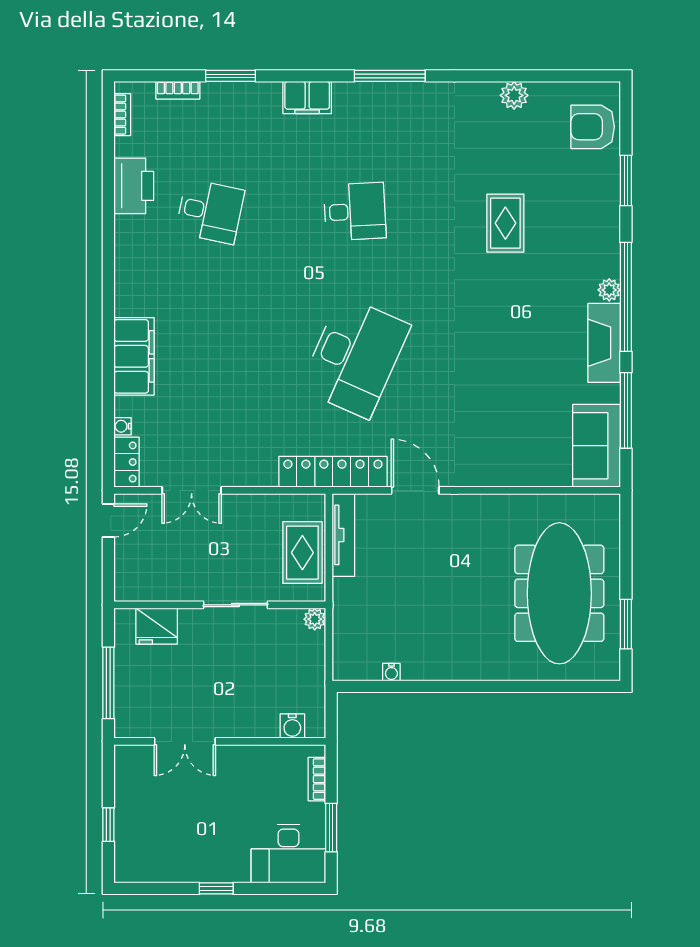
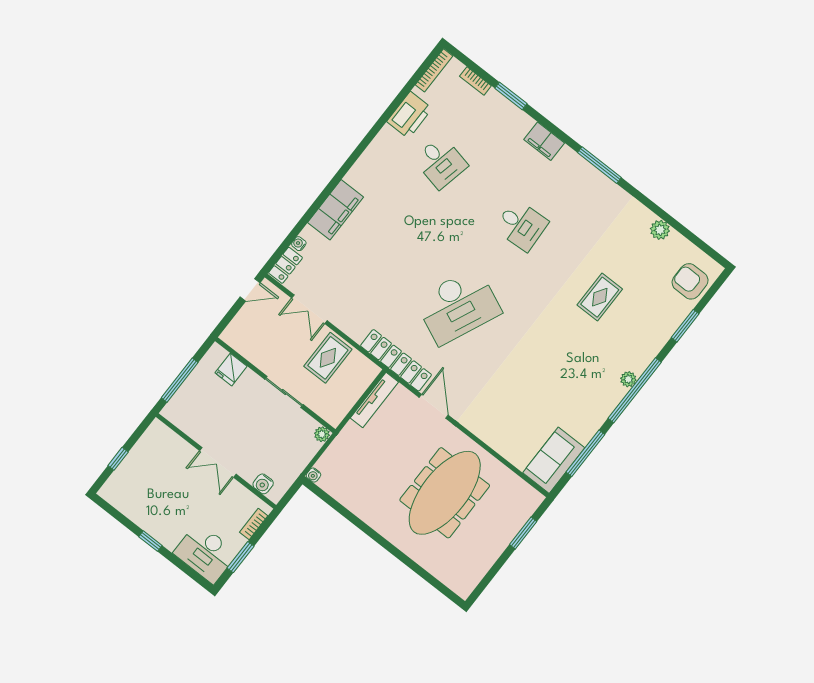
bookcase: (122, 115) -> (434, 70), width x1.56
fireplace: (604, 343) -> (603, 406), removed
rug: (302, 553) -> (328, 358), moved
meeting table: (559, 593) -> (445, 493), moved
window: (626, 624) -> (523, 533), moved
fridge: (157, 626) -> (231, 370), width x0.72
water cooler: (391, 672) -> (313, 475), moved
double door: (185, 741) -> (218, 462), moved

